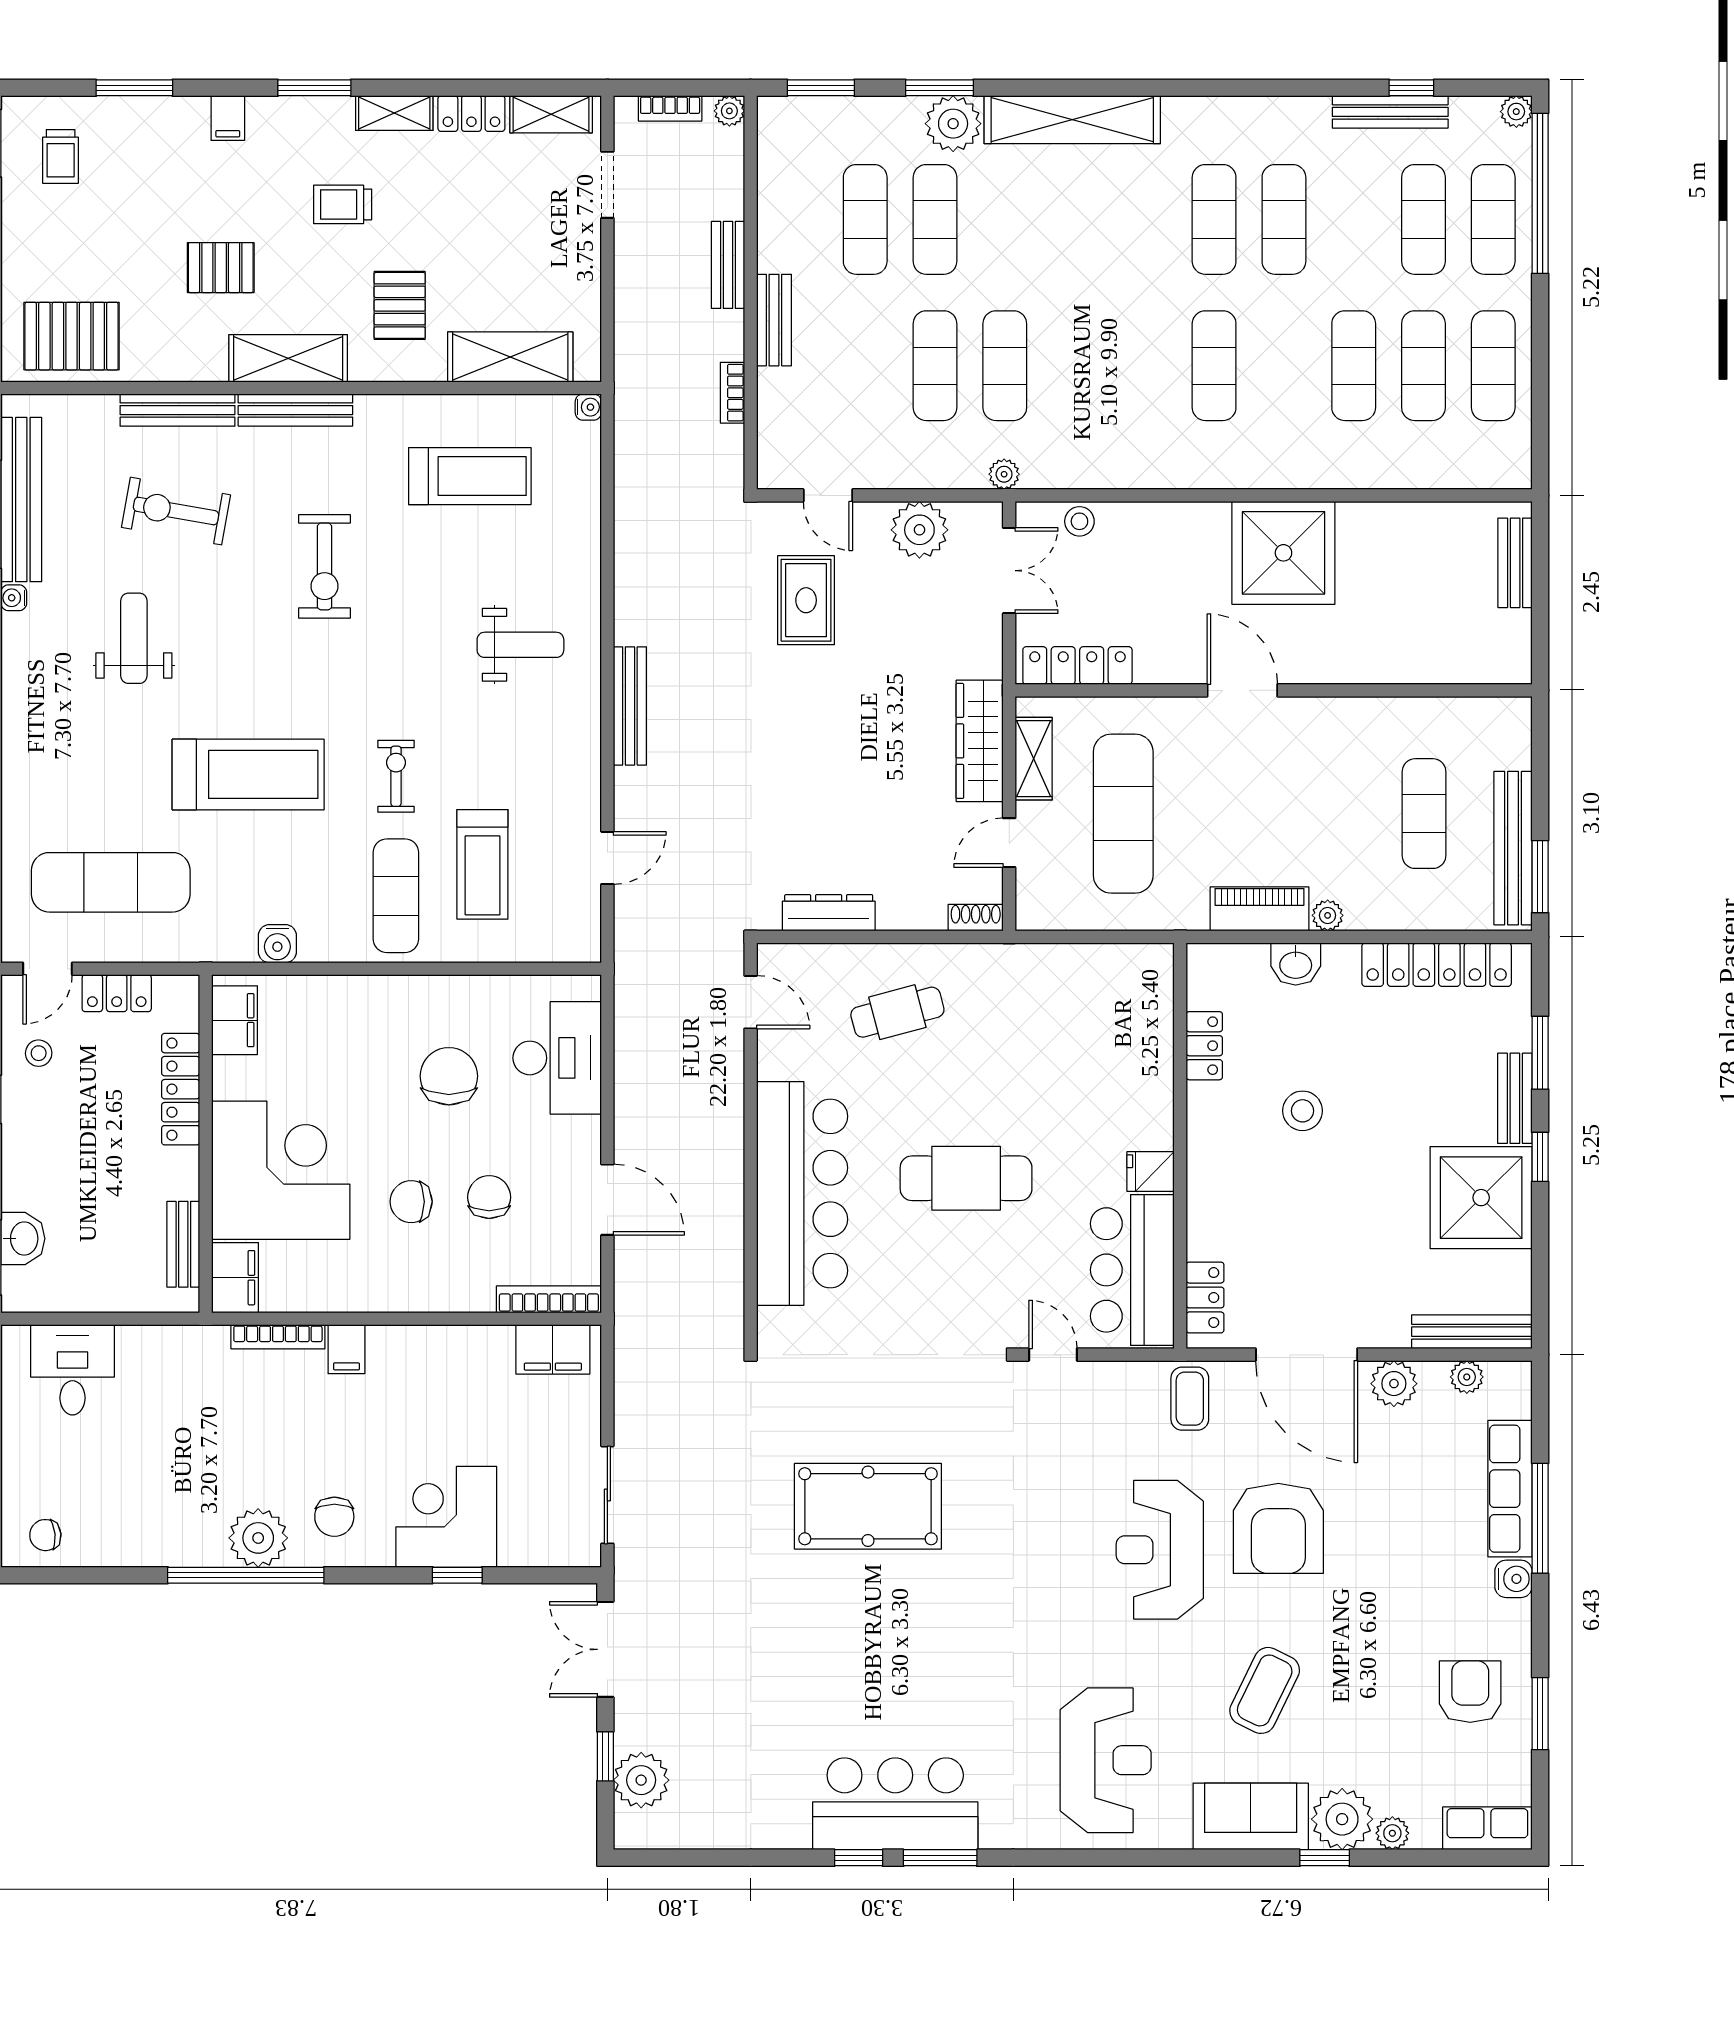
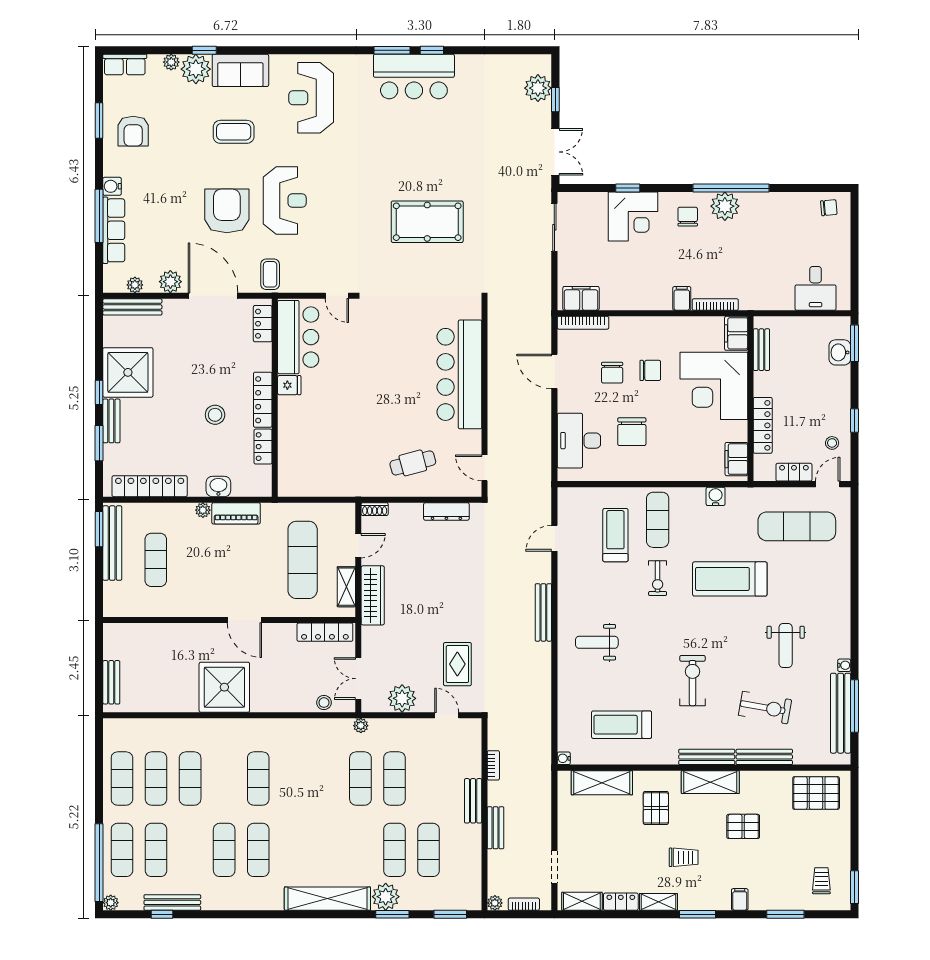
locker: (1205, 1142) -> (263, 400), added
cafe table: (966, 1178) -> (379, 382), removed
coffee table: (1265, 1690) -> (234, 132), turned 64

